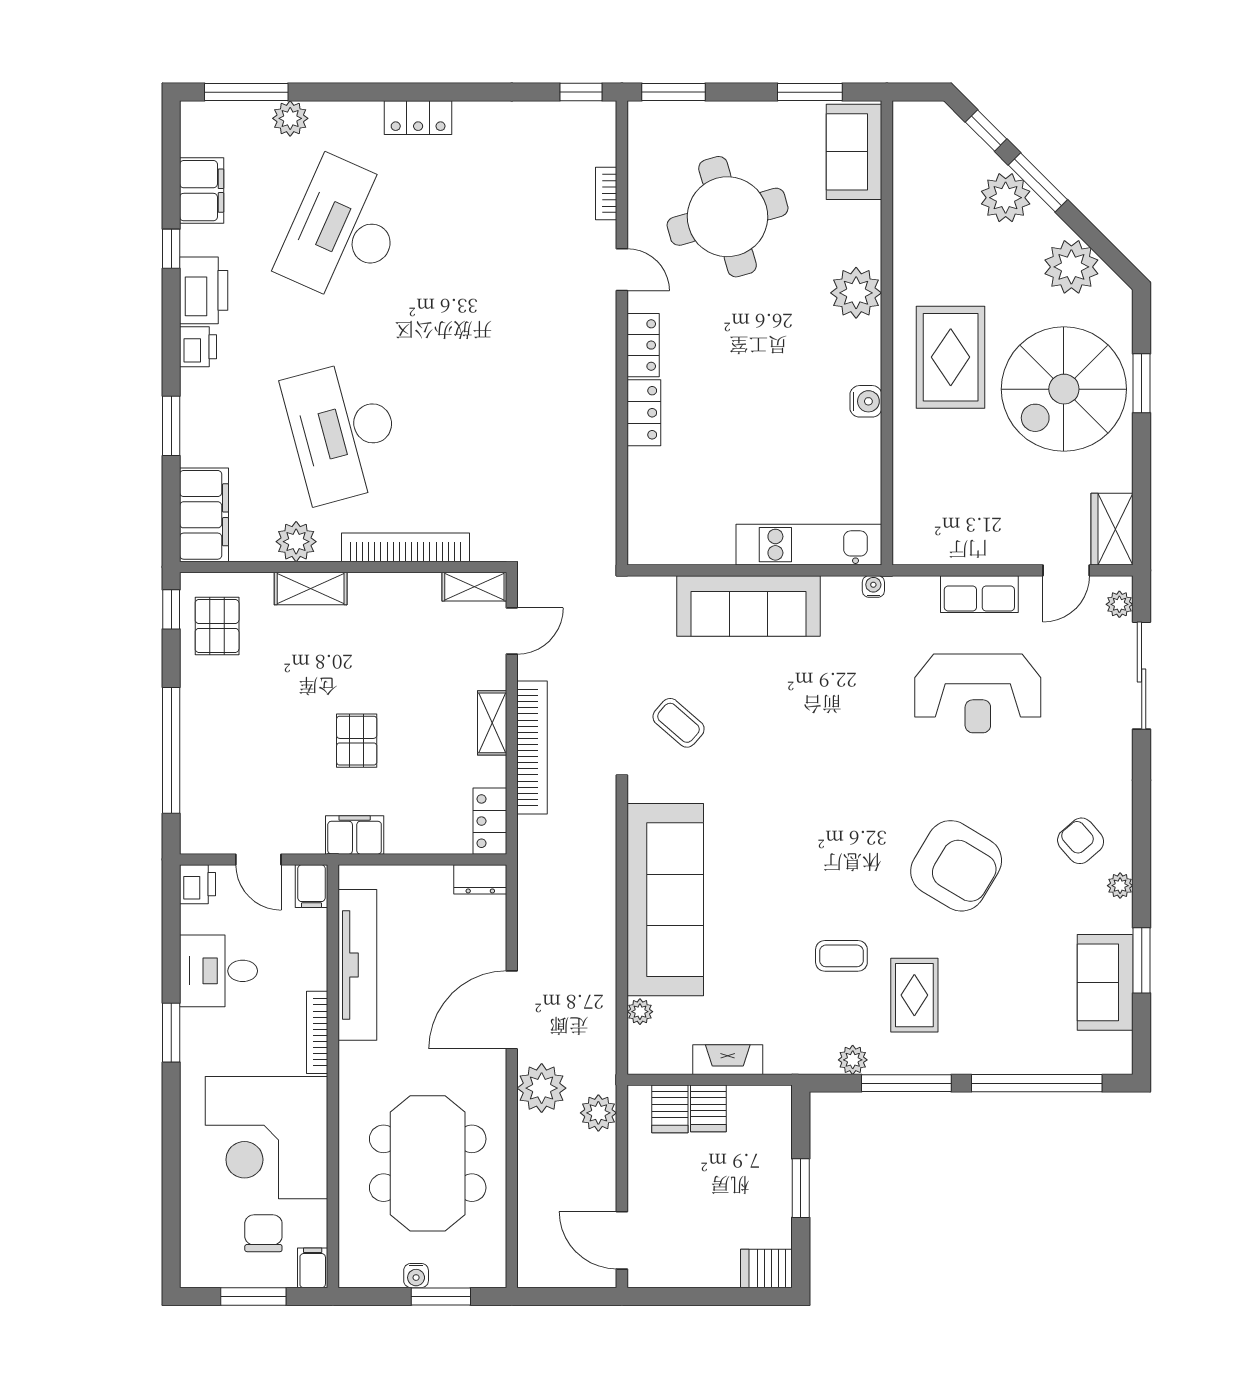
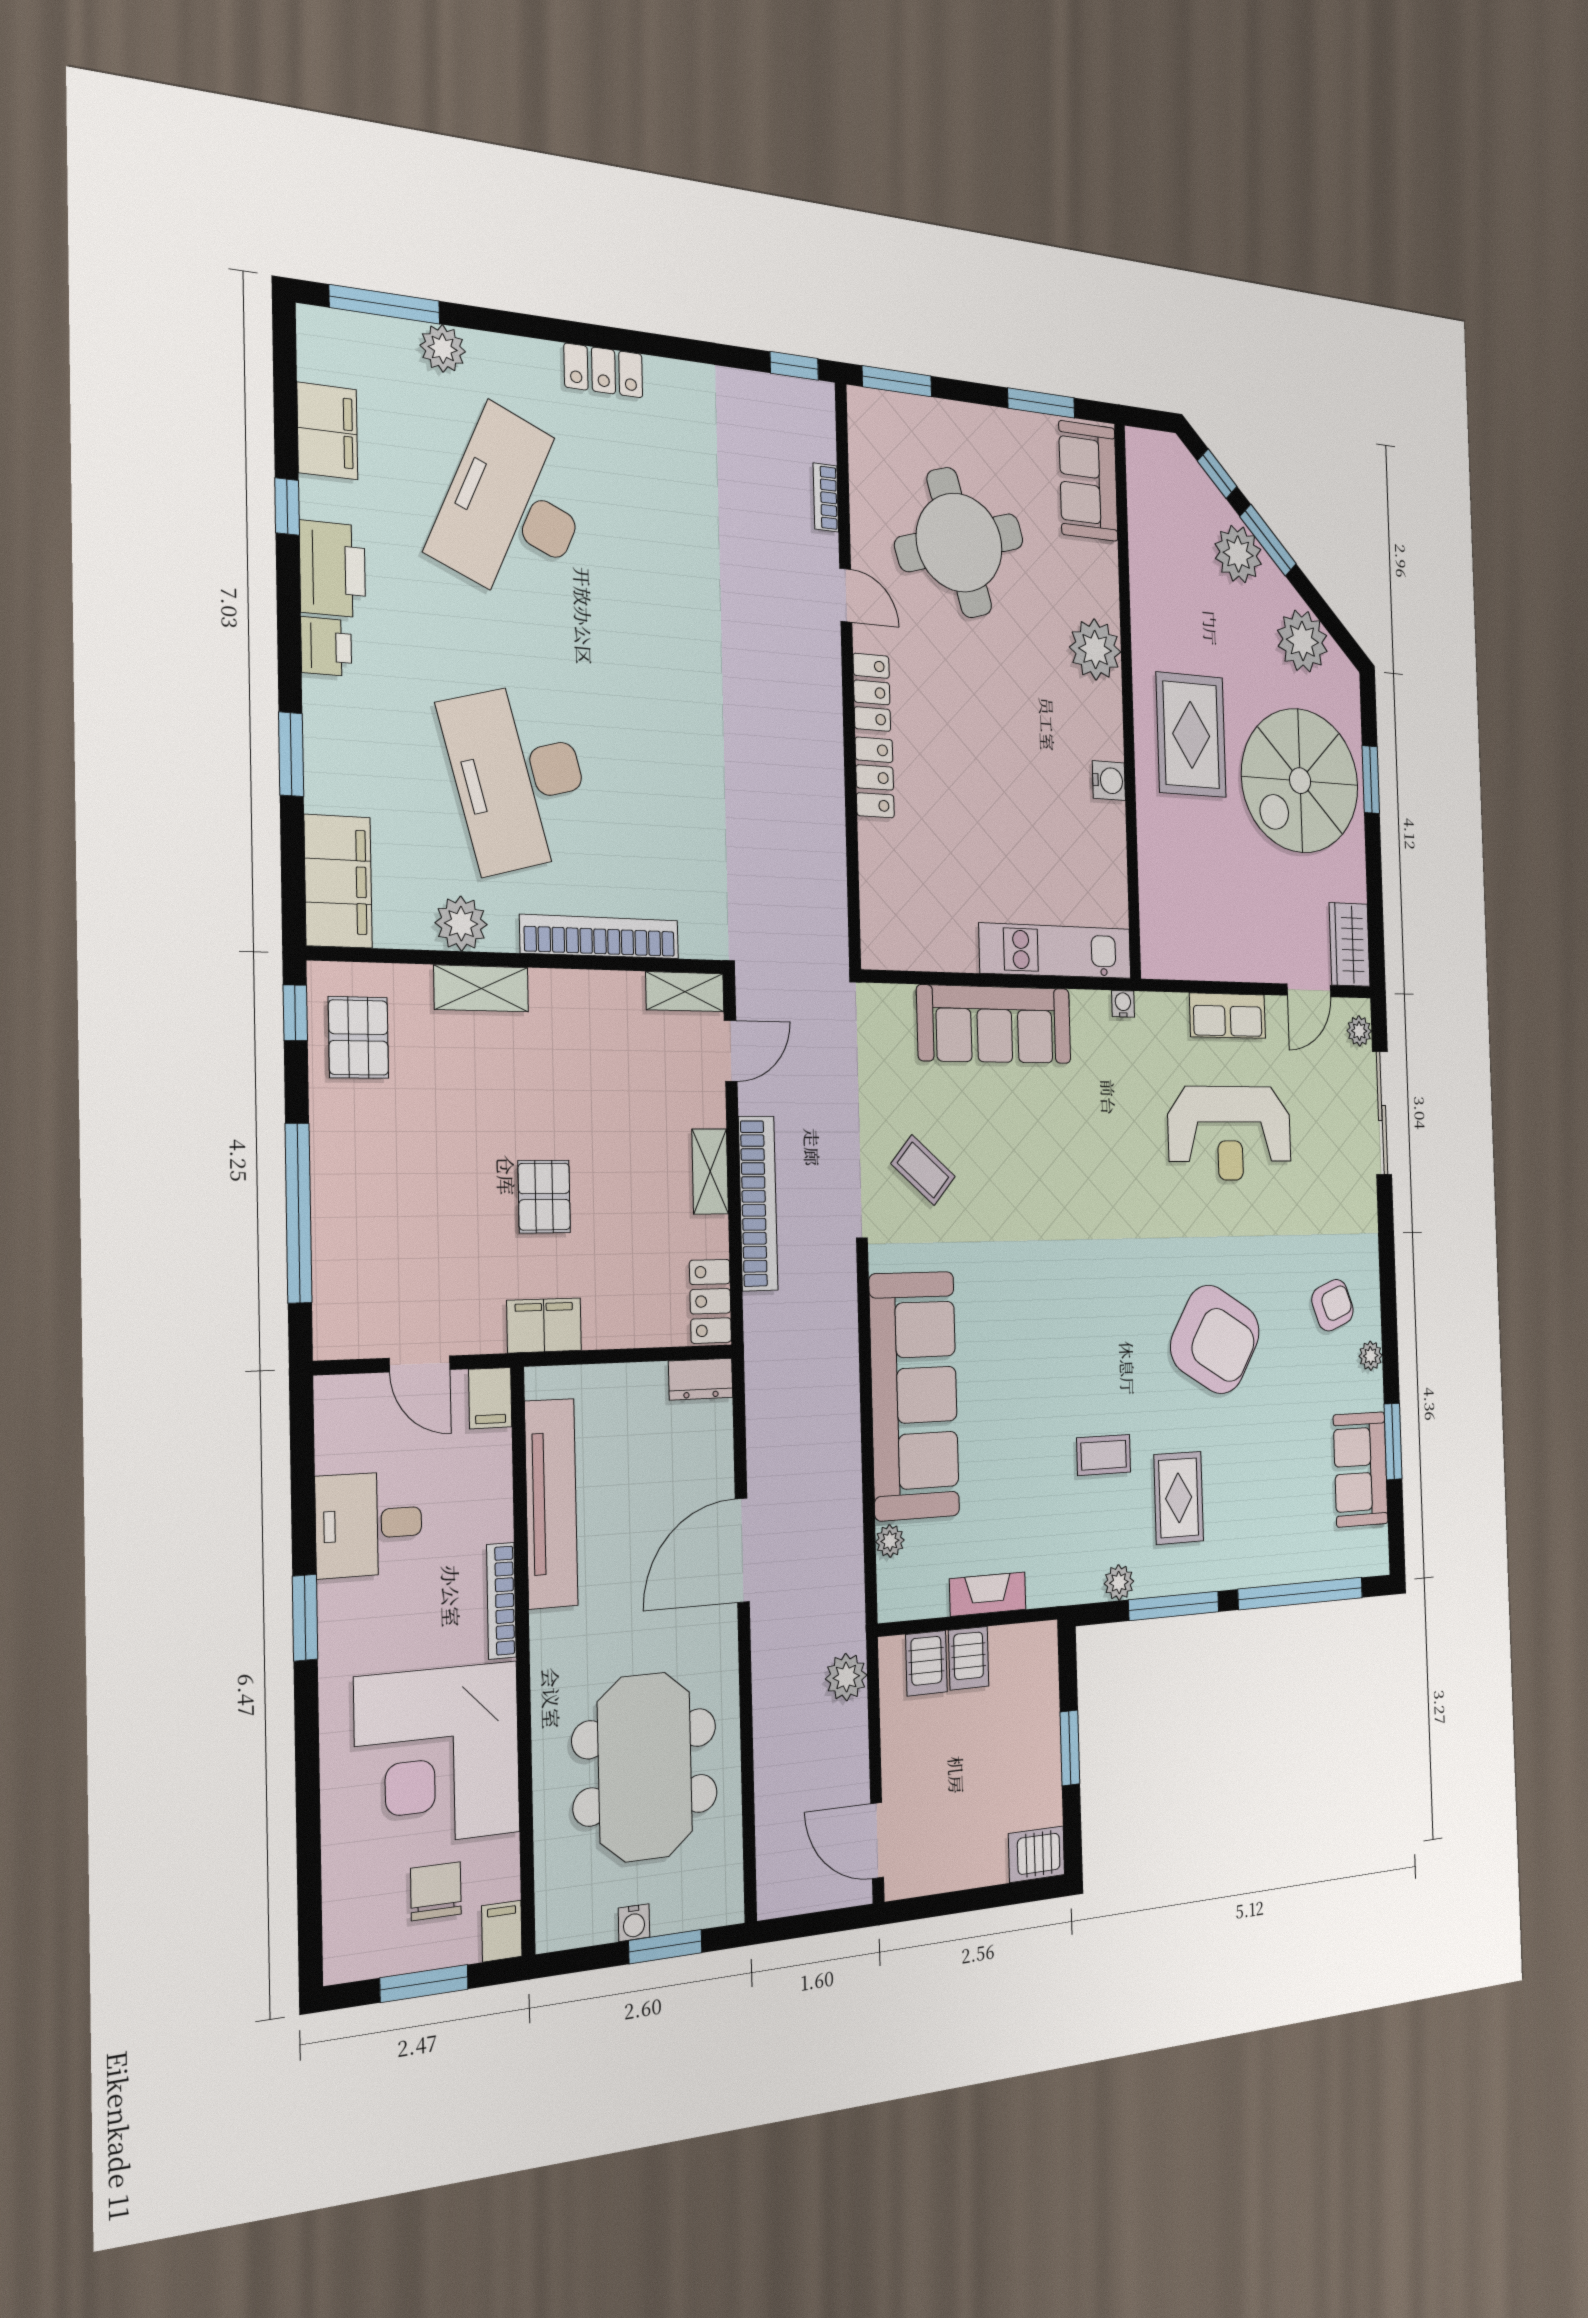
armchair: (1081, 841) -> (1333, 1305), turned 110
printer: (198, 884) -> (338, 1403), removed
plant: (542, 1088) -> (780, 1651), removed

